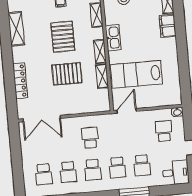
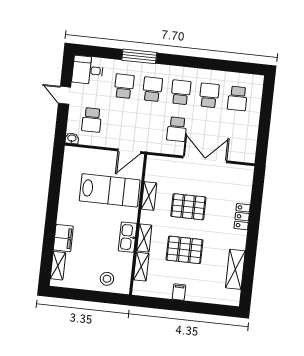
pallet: (63, 37) -> (185, 250), turned 90
shelving: (100, 51) -> (144, 238), moved
locker: (20, 81) -> (242, 217), width x0.66
double door: (42, 119) -> (205, 159), moved
school desk: (44, 174) -> (237, 98), turned 180

